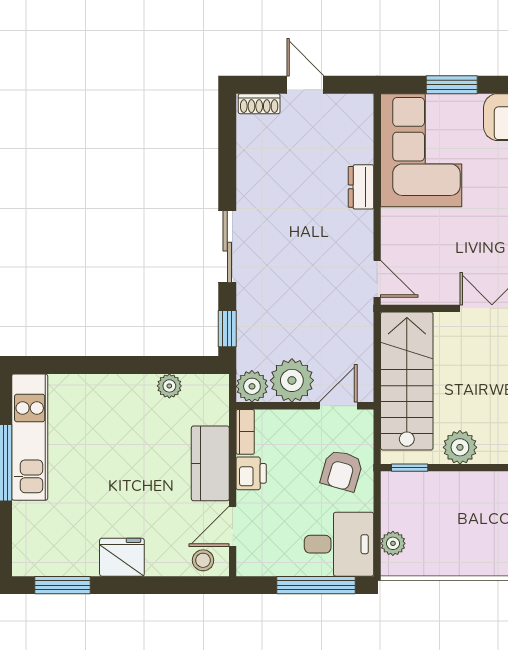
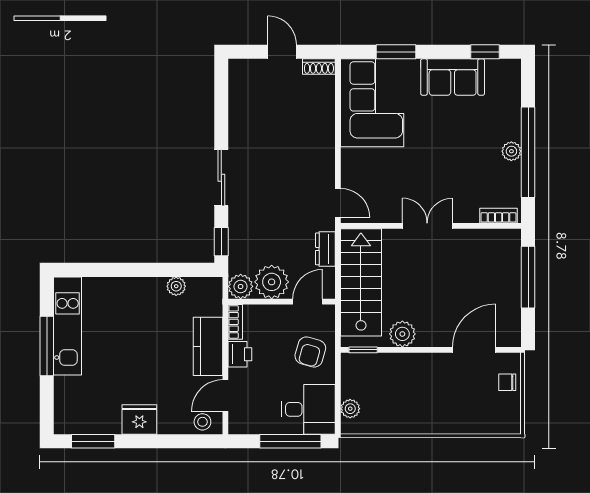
shoe rack: (259, 104) -> (319, 67), moved
dresser: (361, 187) -> (325, 249), moved

